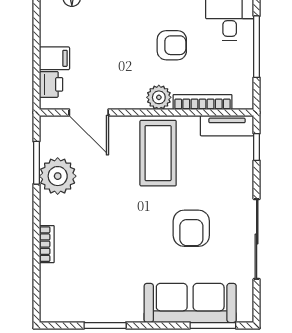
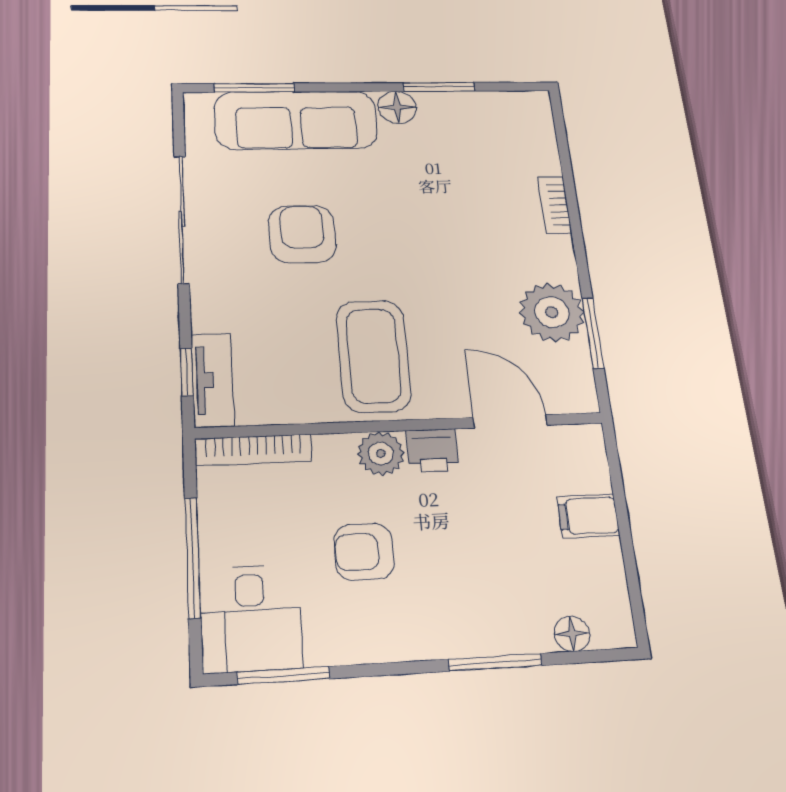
printer: (51, 84) -> (432, 450), moved, turned -90
bookcase: (203, 102) -> (253, 450), moved
tv unit: (227, 126) -> (212, 380), moved, turned 90
floor lamp: (131, 311) -> (397, 107), added

